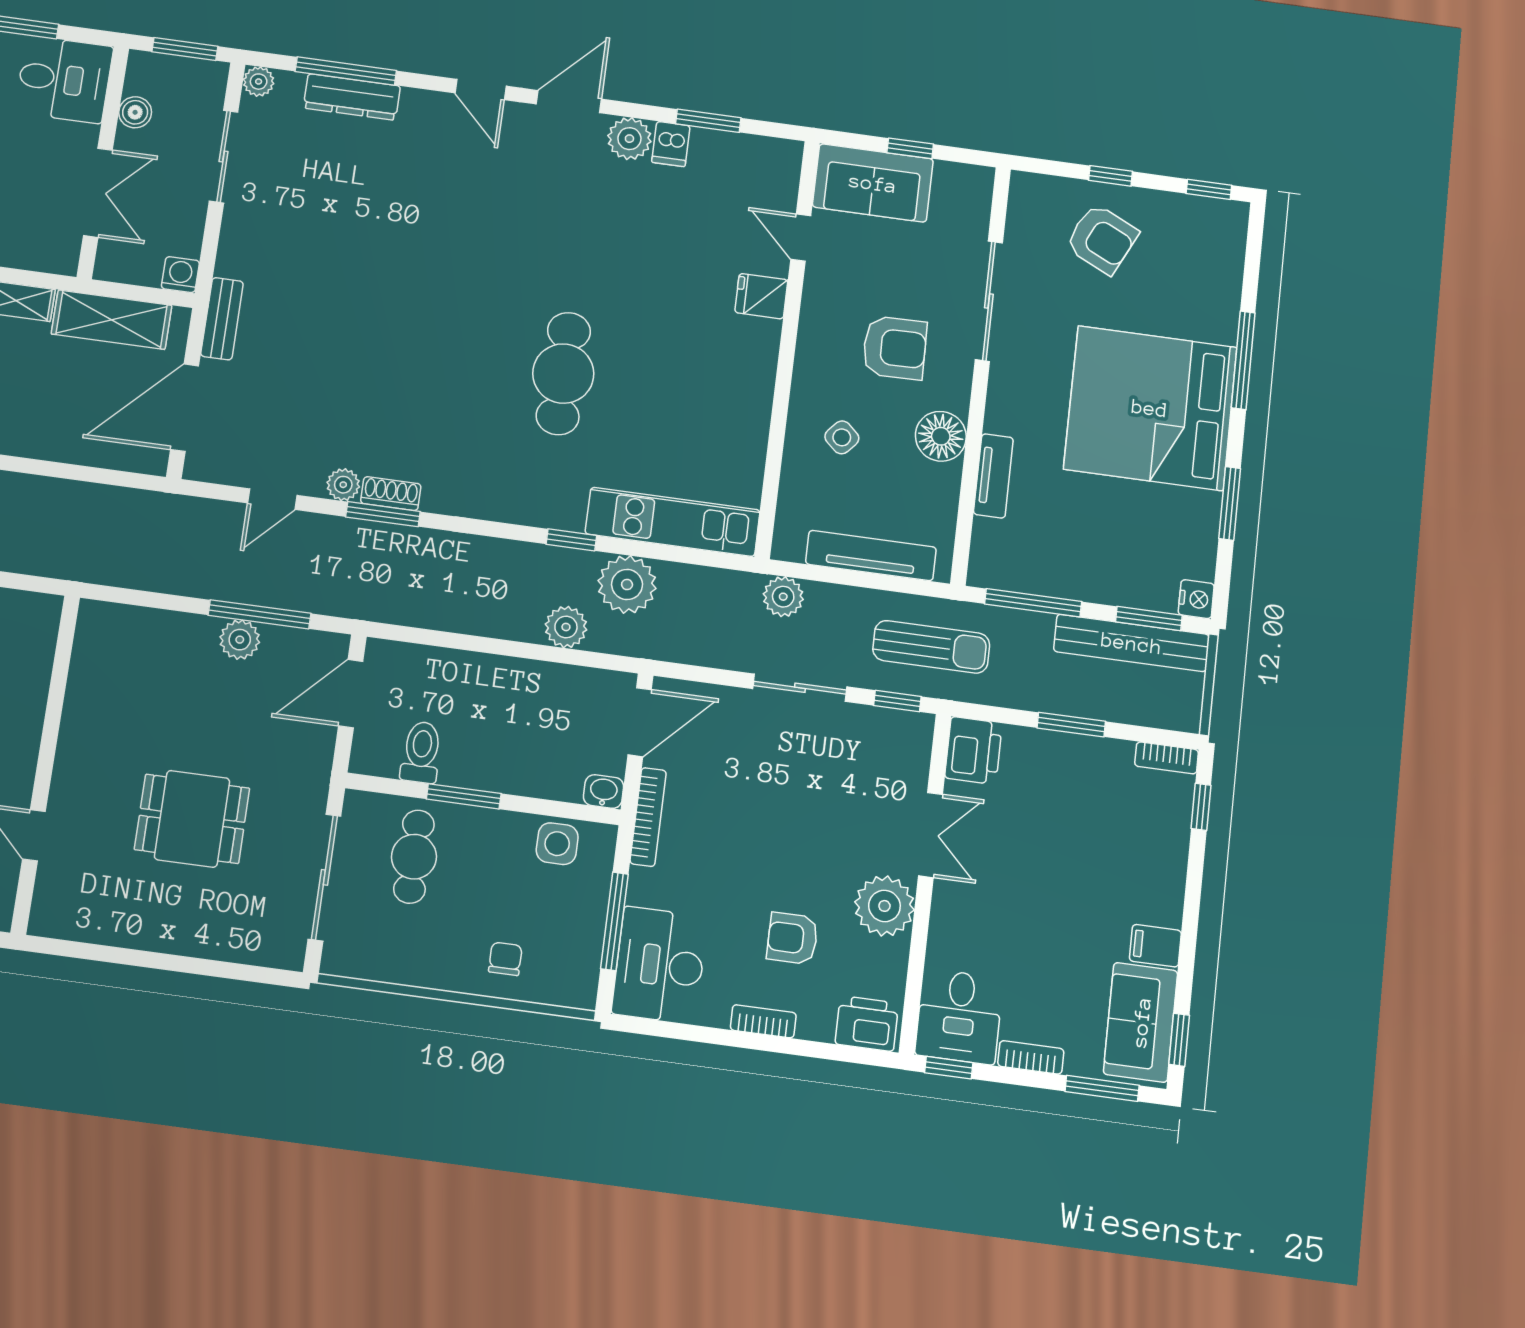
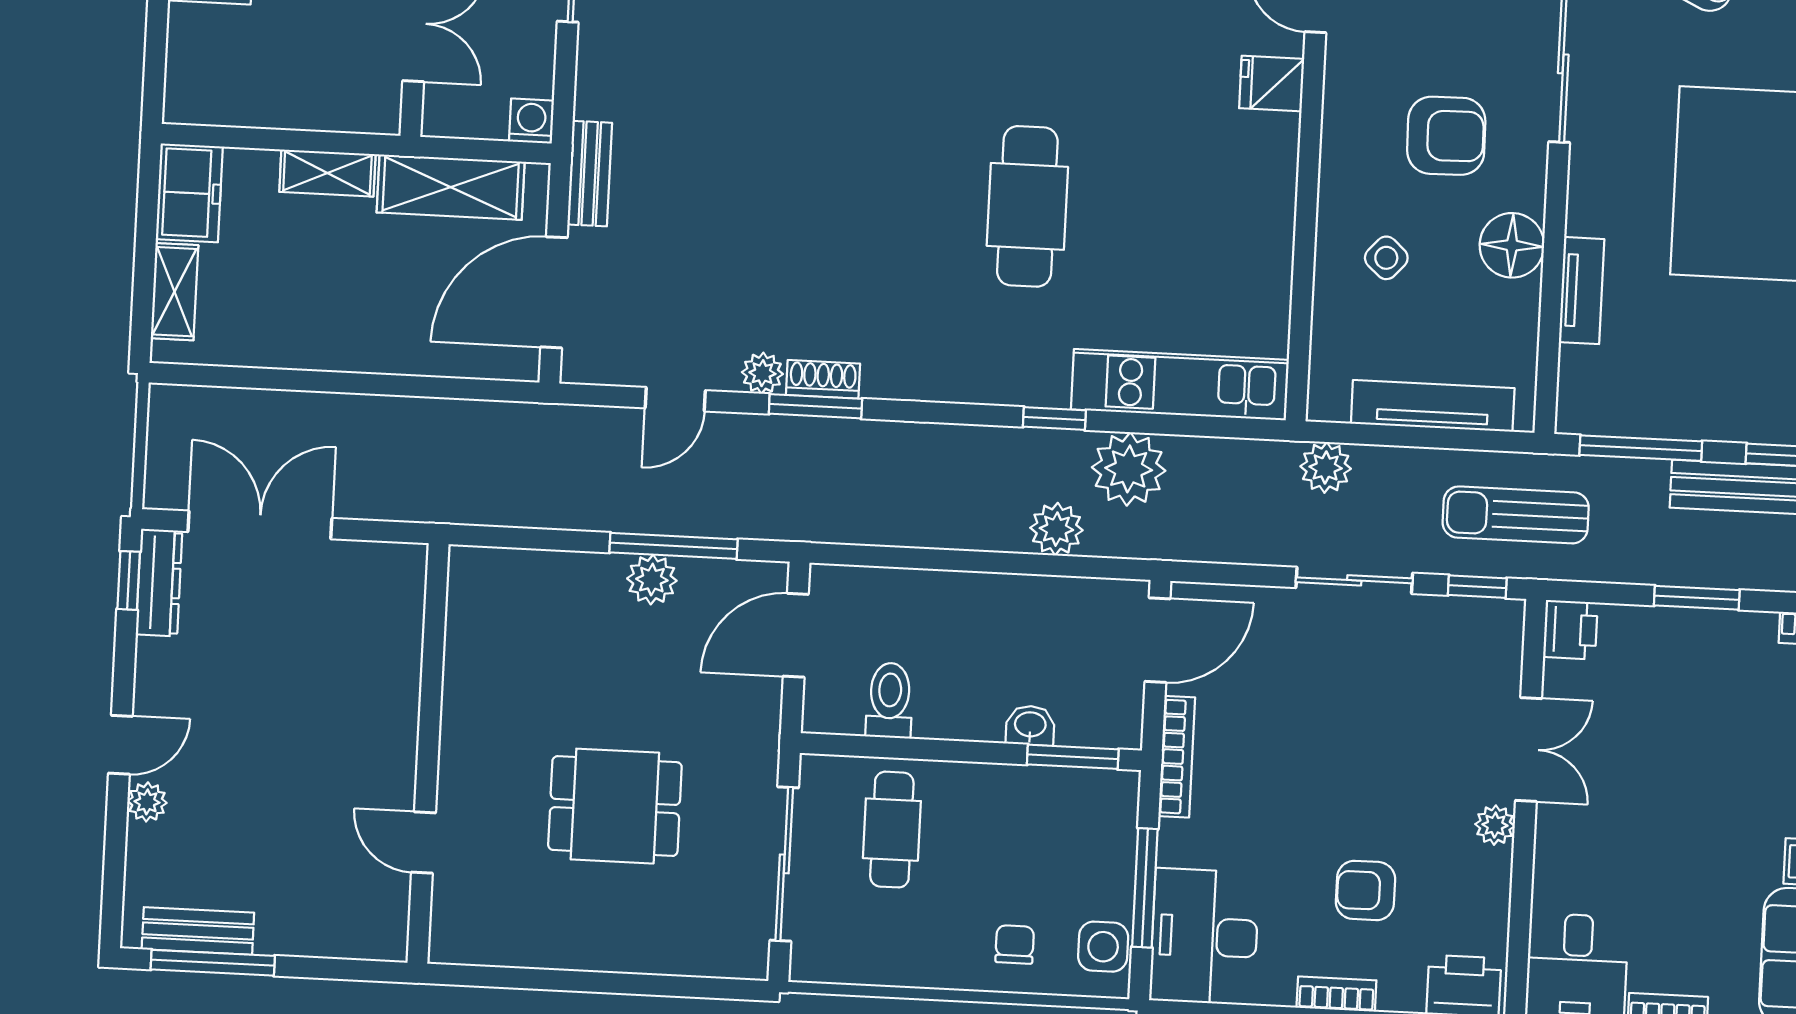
sun lounger: (931, 647) -> (1516, 515), turned 180
printer: (973, 751) -> (1570, 630), width x0.73, depth x0.81
washbasin: (604, 792) -> (1030, 725), moved
window: (464, 796) -> (1073, 757), moved
side table: (557, 844) -> (1103, 947), moved
plant: (884, 906) -> (1495, 825), width x0.53, depth x0.53

